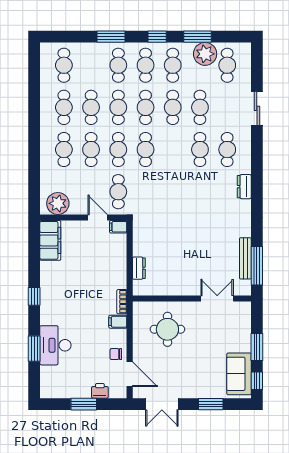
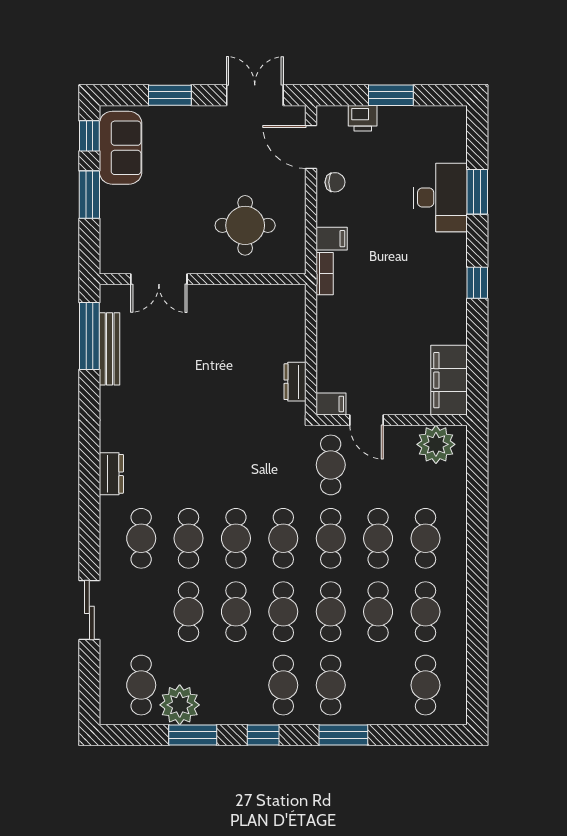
cafe table: (173, 65) -> (236, 538), moved
dresser: (139, 268) -> (295, 382), moved

